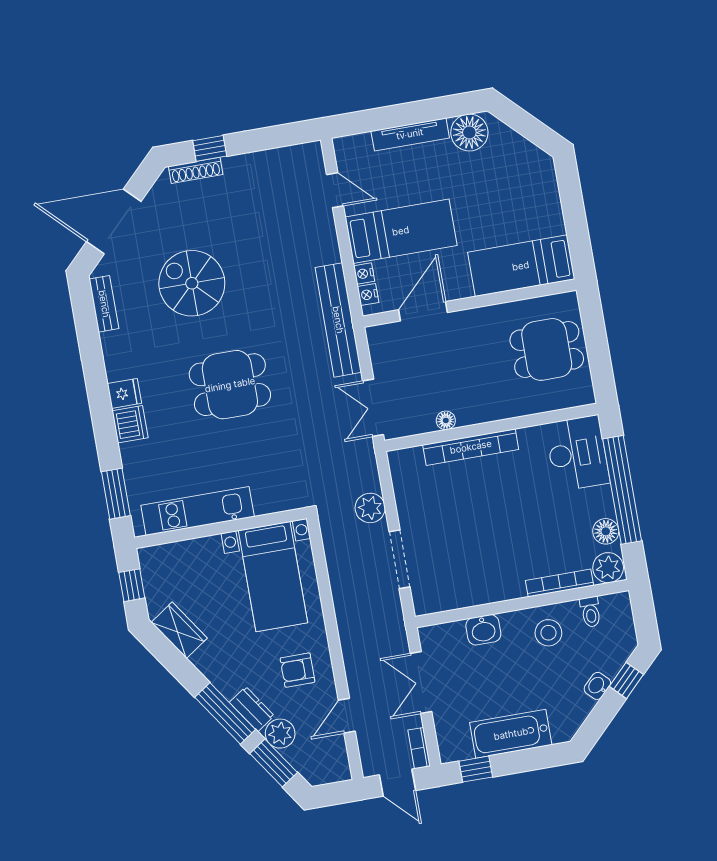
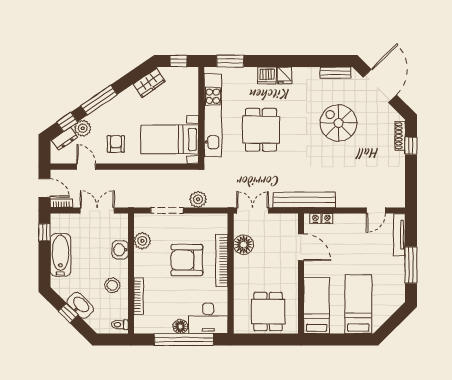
window: (420, 112) -> (411, 265), added
floor lamp: (469, 132) -> (395, 290), removed
tv unit: (410, 134) -> (399, 235), moved
bed: (401, 231) -> (358, 304), moved, turned 180
spiral stairs: (192, 283) -> (338, 123), turned -90
dining table: (230, 385) -> (261, 130), moved
floor lamp: (446, 420) -> (243, 245), width x1.89, depth x1.89
armchair: (481, 509) -> (187, 260), added
kitchen unit: (198, 511) -> (213, 115), width x1.36
floor lamp: (606, 531) -> (180, 327), moved
plant: (608, 568) -> (142, 241), moved
toilet: (590, 612) -> (120, 325), moved
window: (626, 680) -> (68, 313), moved
washbasin: (597, 686) -> (80, 305), width x1.91, depth x1.45
dresser: (252, 709) -> (65, 139), moved
window: (274, 763) -> (67, 122), width x0.67
door: (397, 783) -> (44, 188), swing flipped

